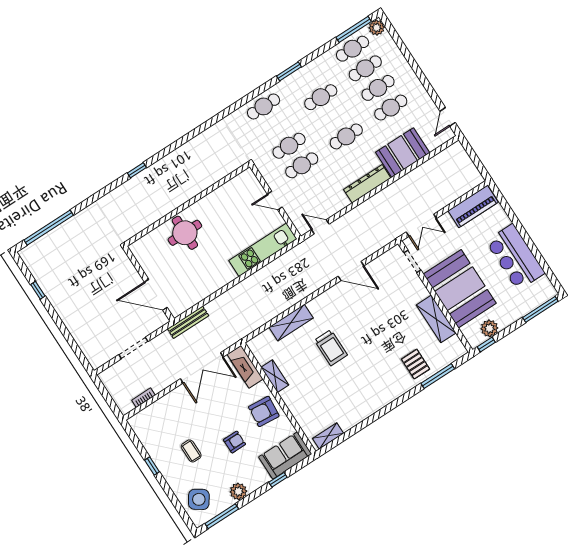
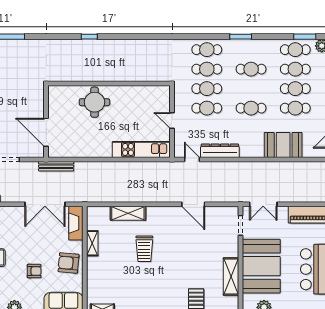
window: (354, 29) -> (305, 37), width x0.69
cafe table: (276, 126) -> (207, 69), added
dresser: (367, 184) -> (220, 151), moved

